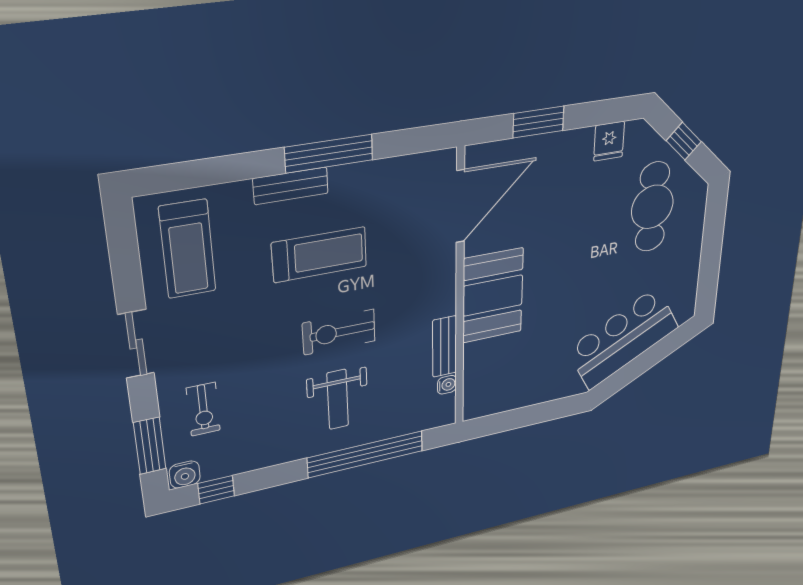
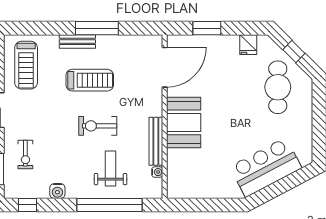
bench: (445, 347) -> (156, 141), width x1.36
weight bench: (338, 399) -> (111, 169), moved, turned 180
water cooler: (185, 474) -> (57, 191), moved

